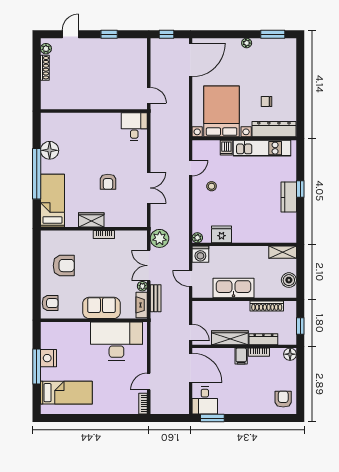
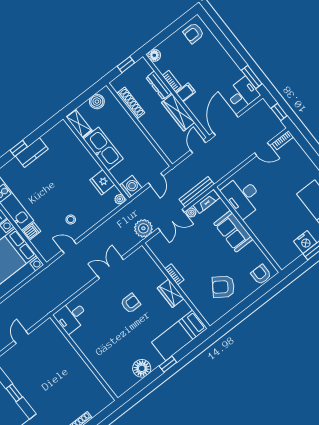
door: (149, 95) -> (21, 337), moved
window: (37, 174) -> (168, 364), width x0.32
armchair: (64, 266) -> (223, 287), turned -56
kitchen sink: (233, 288) -> (103, 149), moved, turned 180
bench: (156, 298) -> (197, 192), width x1.36
desk: (116, 341) -> (242, 196), width x0.73, depth x0.77
window: (168, 418) -> (279, 112), added

